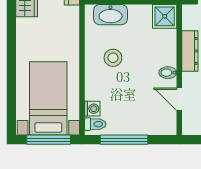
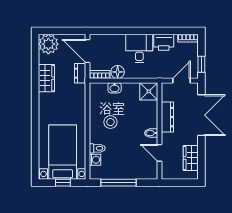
washbasin: (110, 15) -> (115, 88), width x0.52, depth x0.69
toilet: (95, 124) -> (97, 148), moved
window: (49, 140) -> (63, 183), width x0.46

